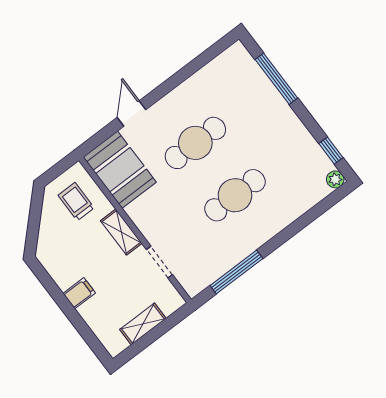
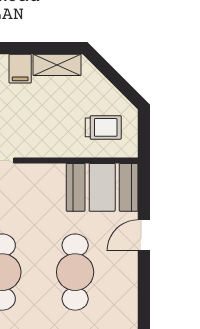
door: (132, 113) -> (144, 235), swing flipped
shelving: (121, 232) -> (57, 65), moved

